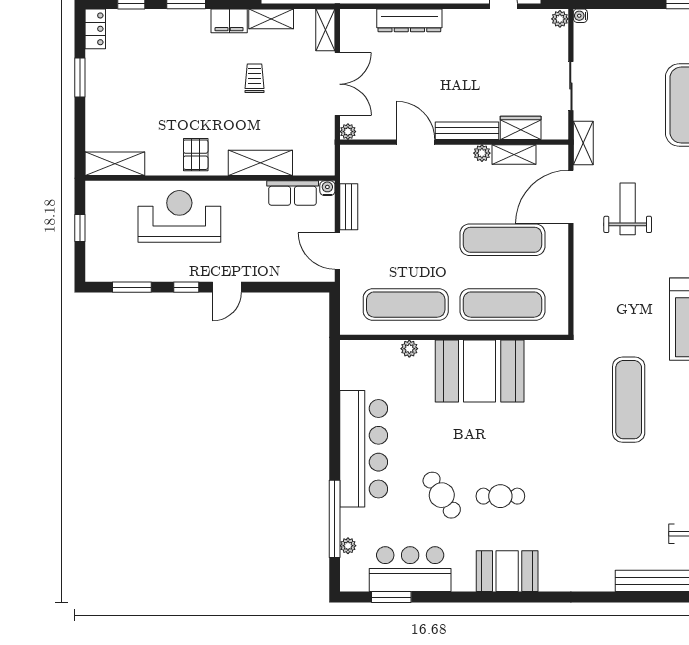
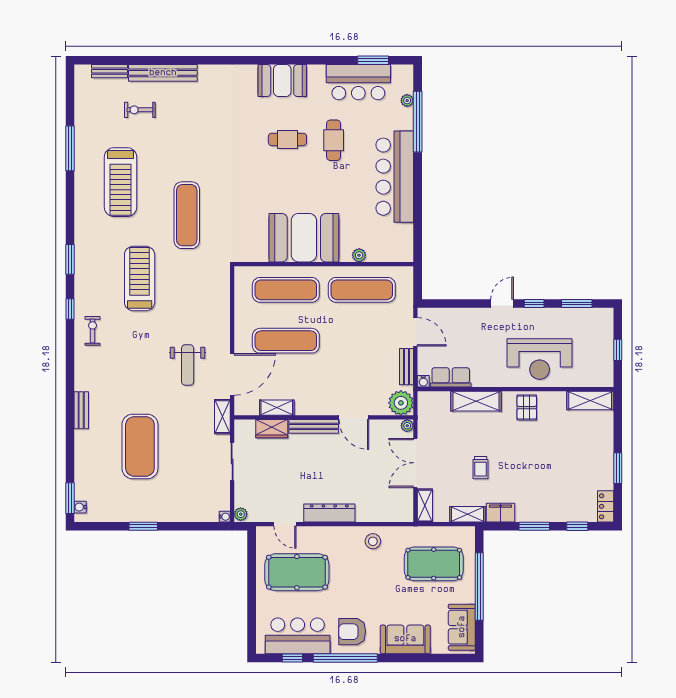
dresser: (409, 20) -> (329, 513), moved
plant: (482, 153) -> (401, 403), moved, width x1.88, depth x1.88
cafe table: (442, 495) -> (334, 140), turned 34

